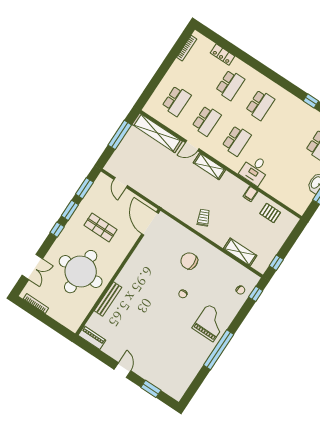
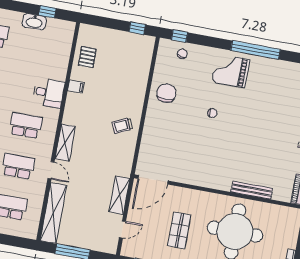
shelving: (240, 252) -> (119, 195), moved
chair: (189, 261) -> (166, 93), moved, turned 180

